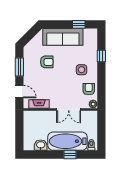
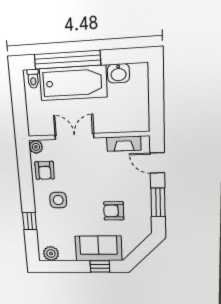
window: (79, 24) -> (100, 266), moved
plant: (89, 34) -> (51, 254), added
sofa: (63, 37) -> (98, 248), width x0.73
window: (70, 155) -> (67, 60), width x3.17

